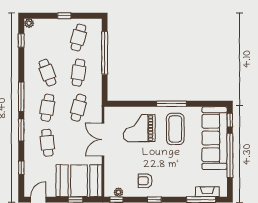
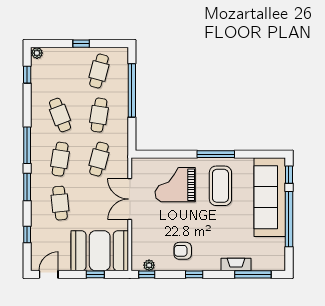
fireplace: (207, 192) -> (236, 265), moved

